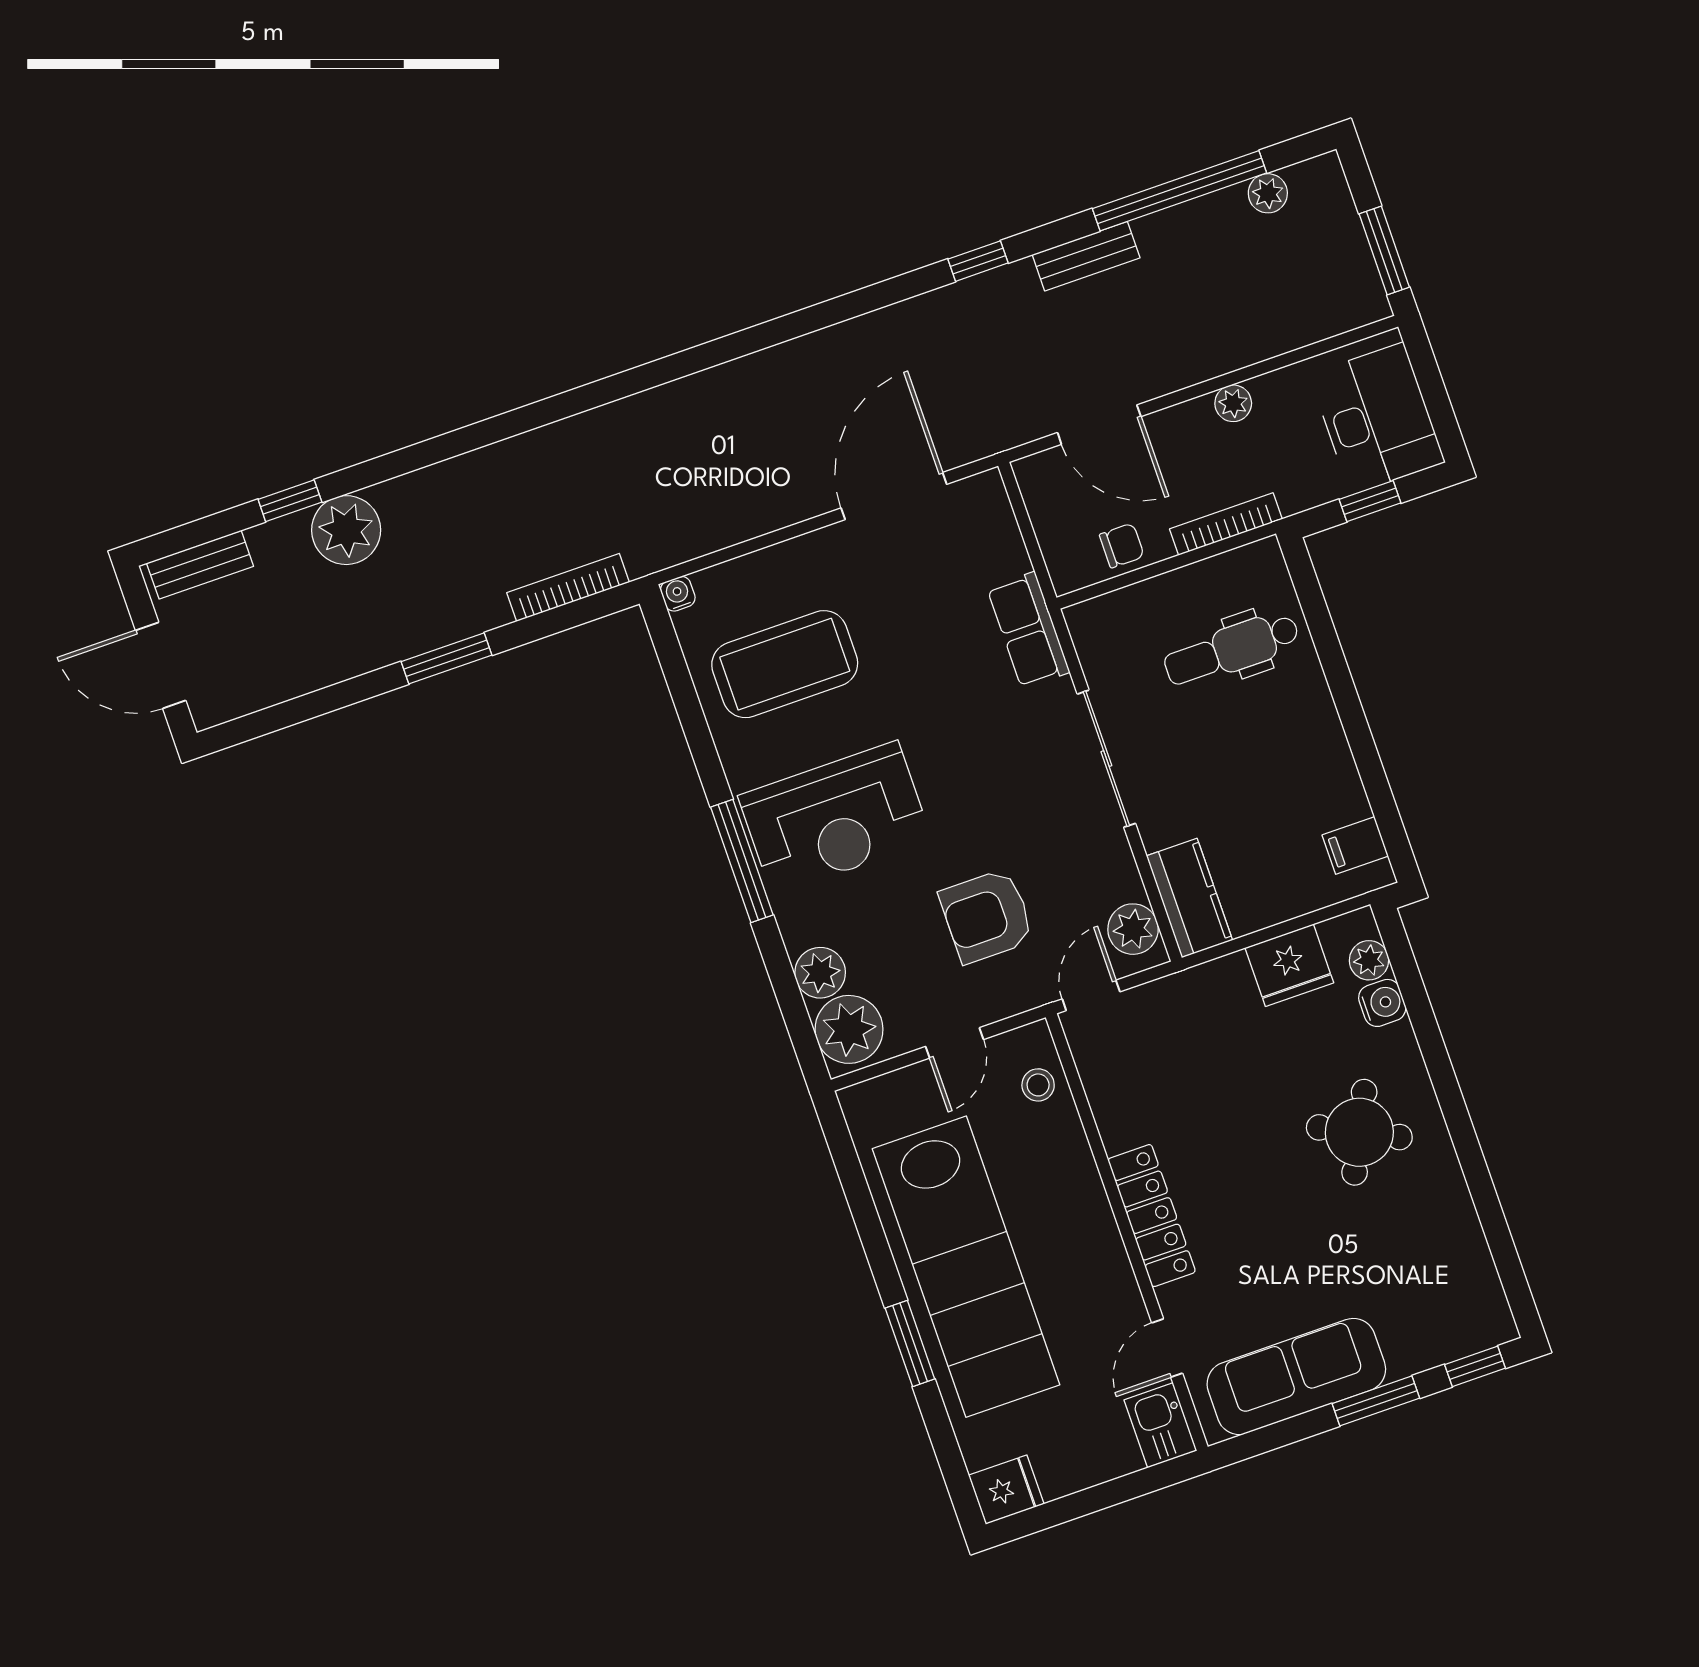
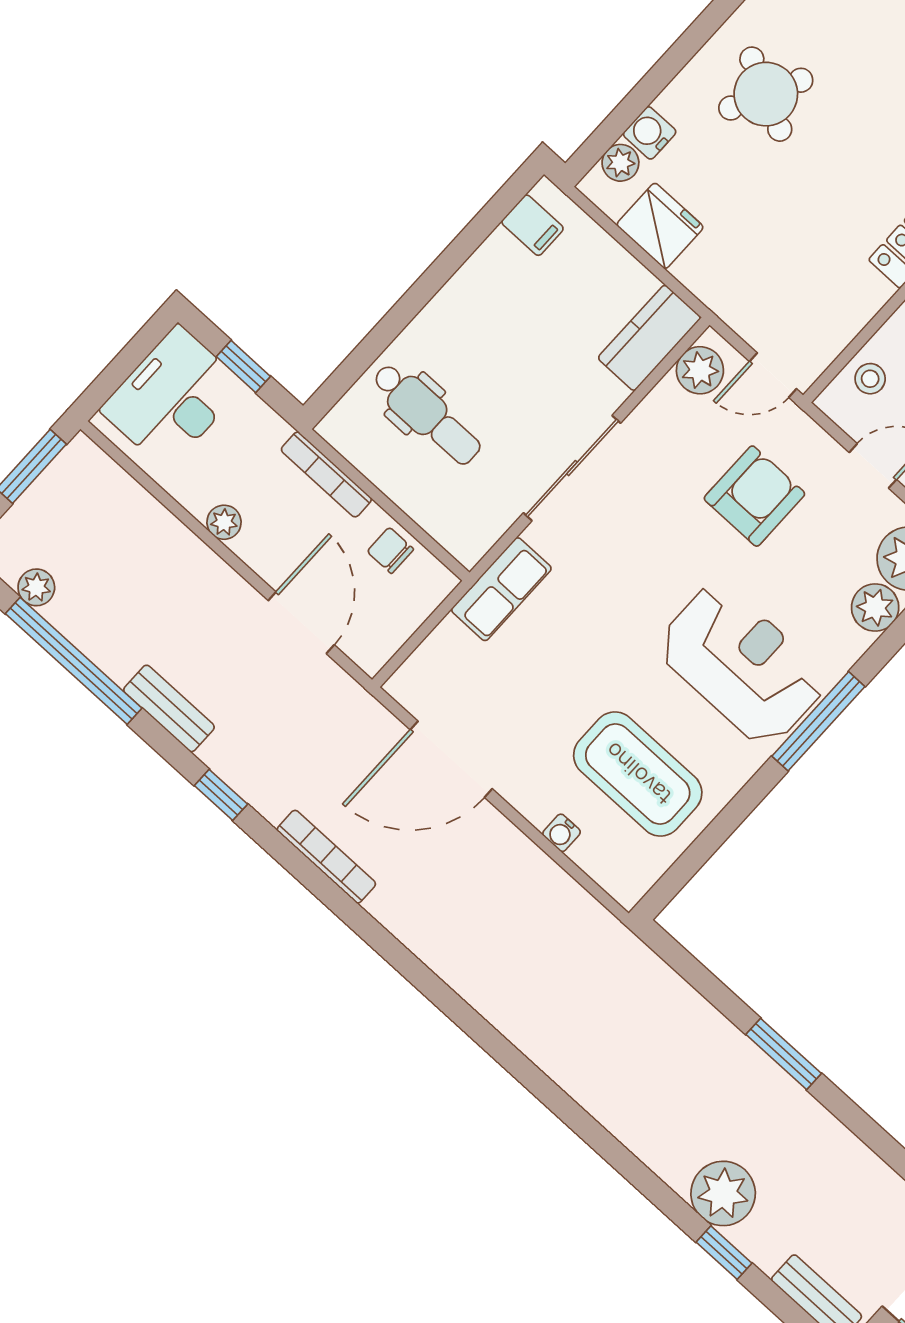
bookcase: (568, 587) -> (326, 857), moved, turned 180
water cooler: (678, 594) -> (562, 833), moved
armchair: (987, 916) -> (754, 496), turned -90

